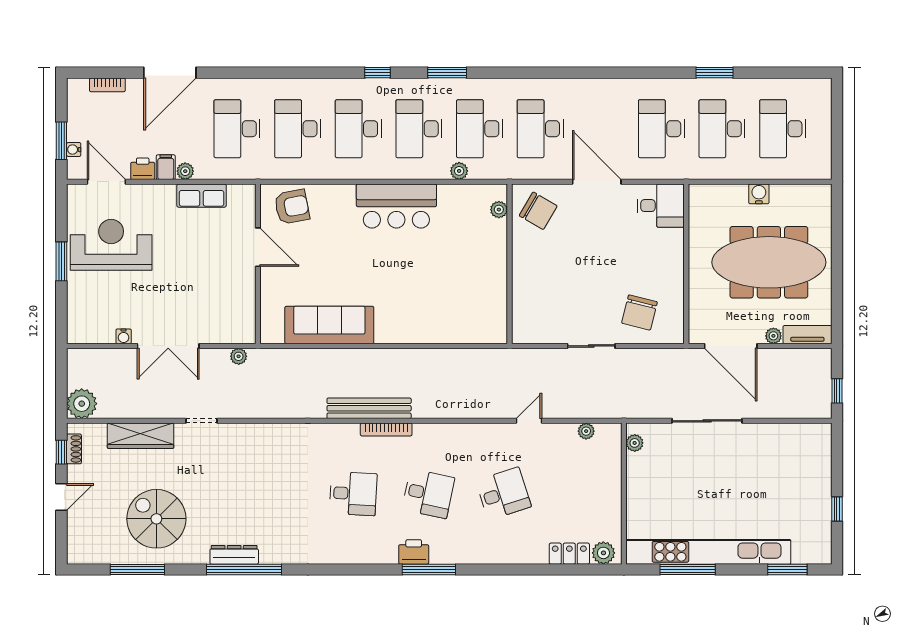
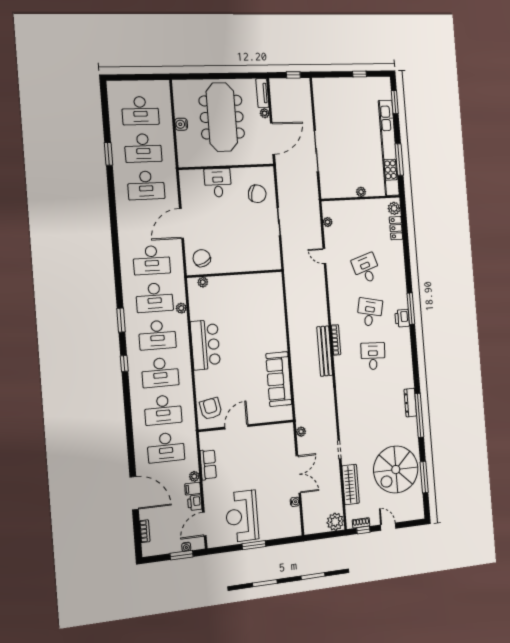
desk: (661, 206) -> (218, 183), moved
chair: (538, 211) -> (202, 258), turned -55
plant: (635, 443) -> (361, 192), moved
spiral stairs: (156, 519) -> (396, 470), width x1.37, depth x1.37
dresser: (234, 555) -> (410, 403), moved

